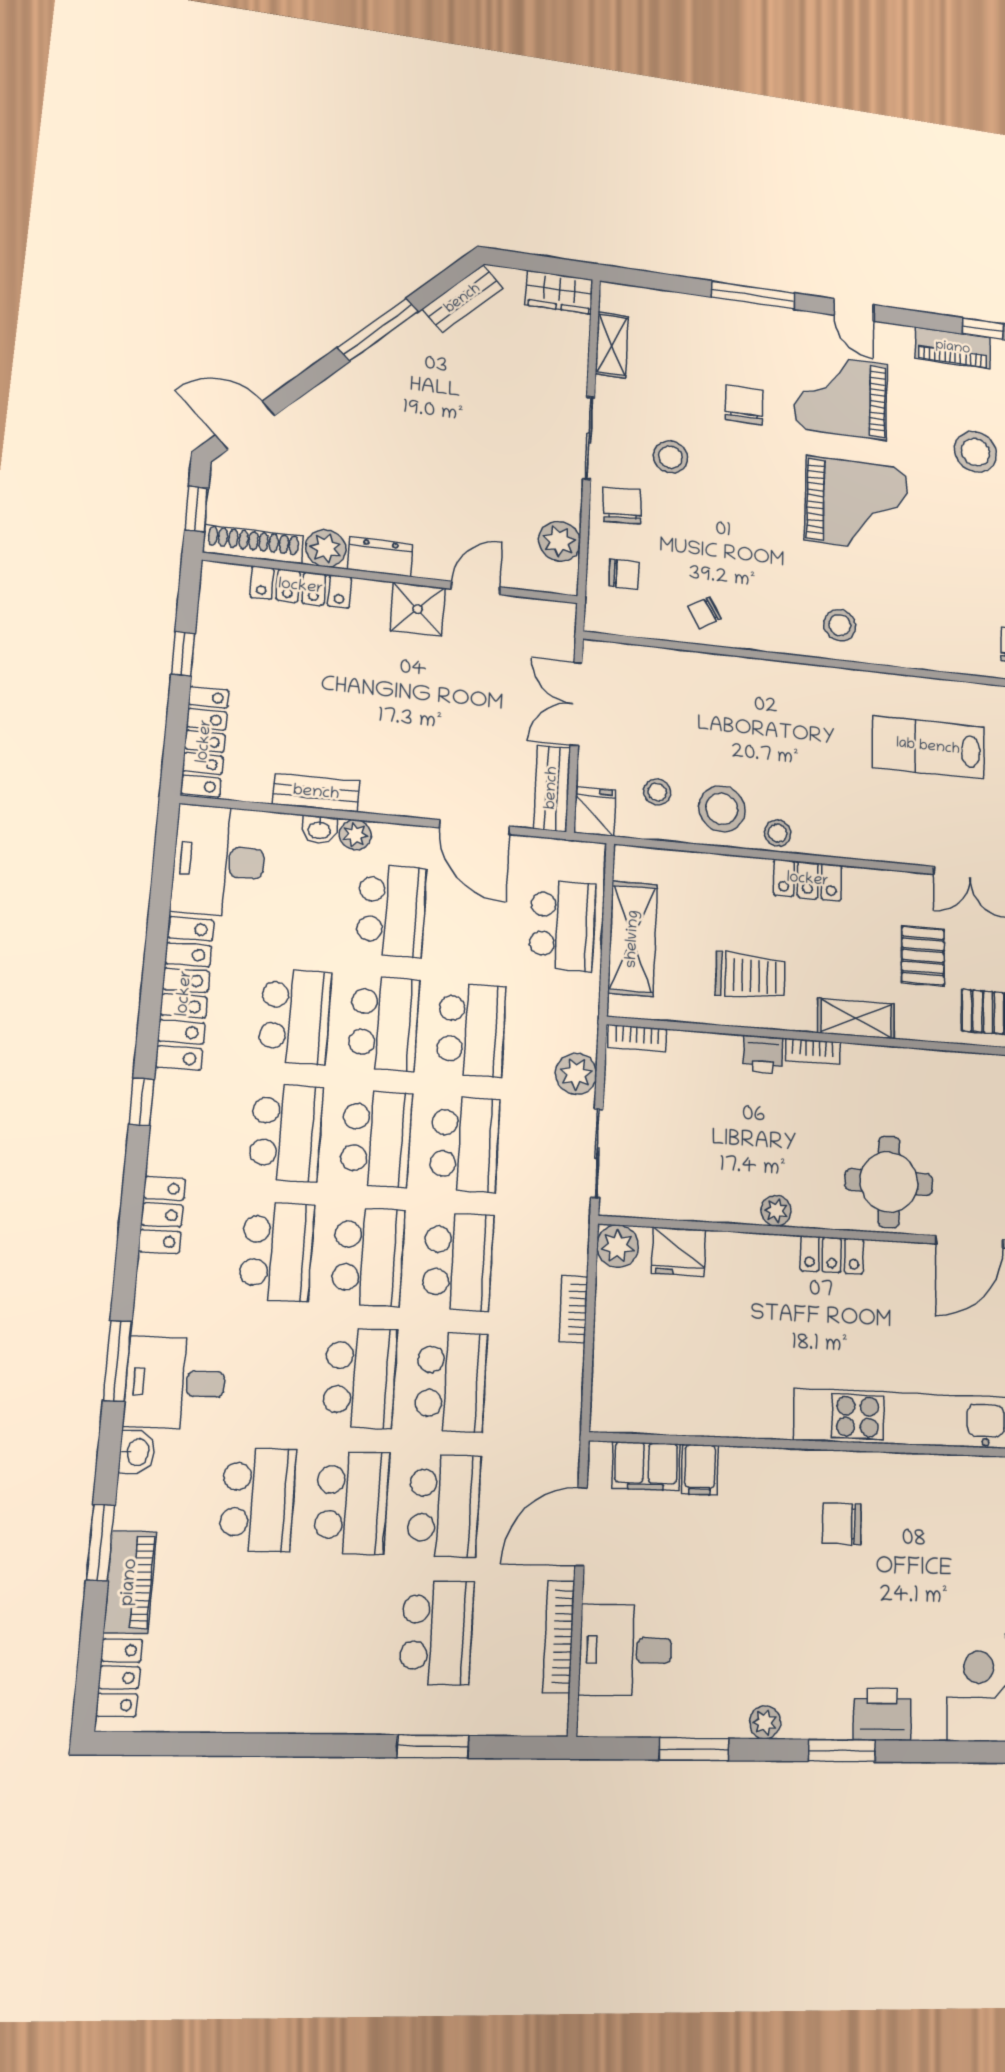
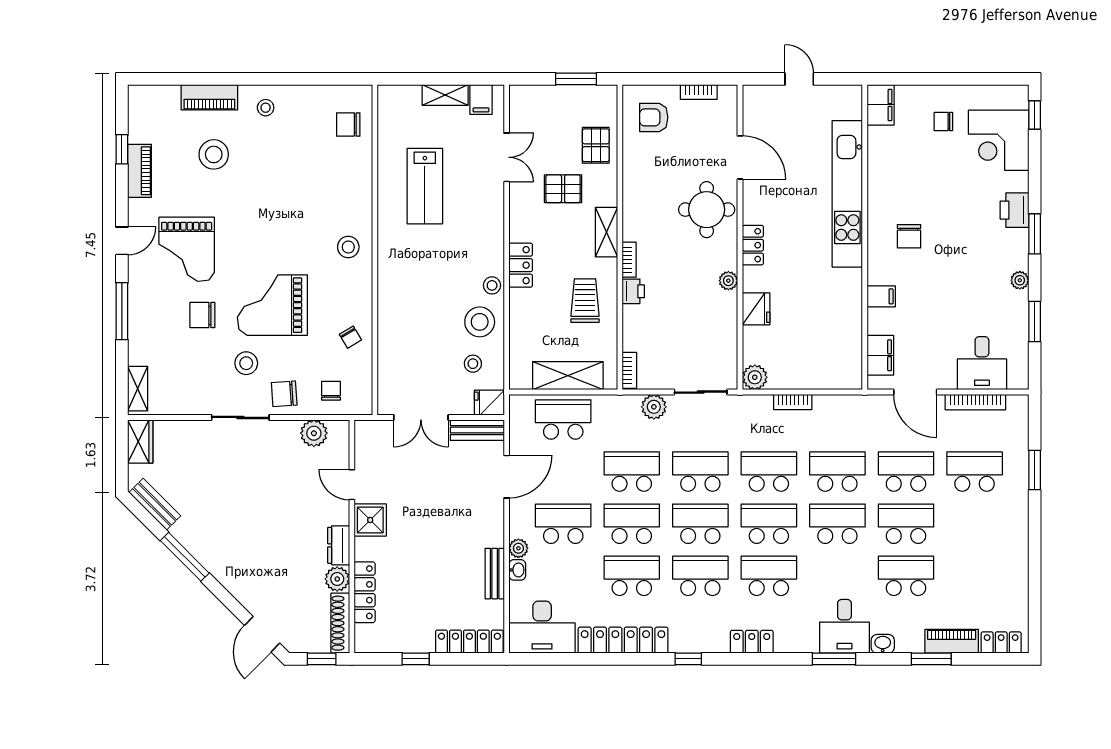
shelving: (612, 345) -> (138, 389), moved, turned 90
grand piano: (856, 504) -> (272, 305), moved, turned -90
fridge: (679, 1252) -> (756, 309), moved
filing cabinet: (700, 1470) -> (881, 296), moved

